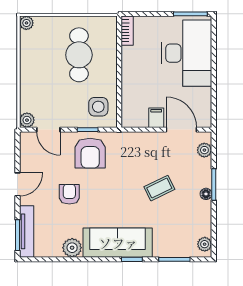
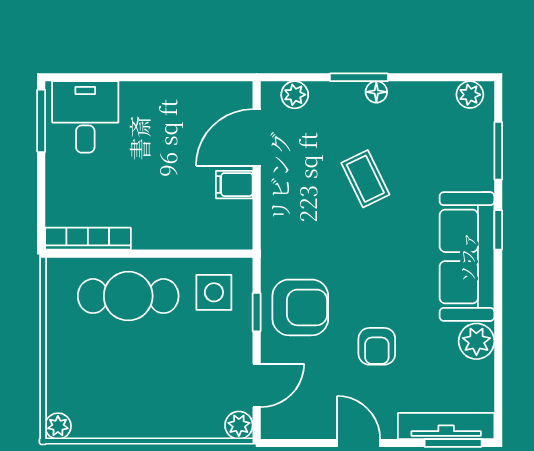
bookcase: (127, 31) -> (88, 239), width x1.56
desk: (187, 53) -> (85, 117), width x0.53, depth x0.77
cafe table: (79, 55) -> (128, 296), moved
armchair: (69, 194) -> (377, 346), turned -90

